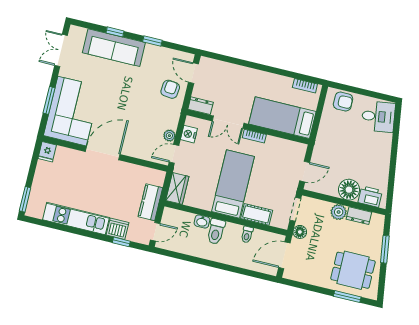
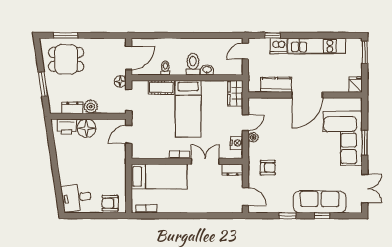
armchair: (170, 89) -> (268, 168), moved, turned -96
fridge: (47, 152) -> (356, 85), moved
door: (103, 153) -> (307, 95), moved
wall: (105, 154) -> (305, 95), moved
kitchen counter: (150, 202) -> (276, 85), moved, turned -90

